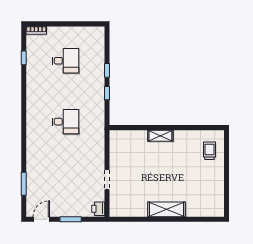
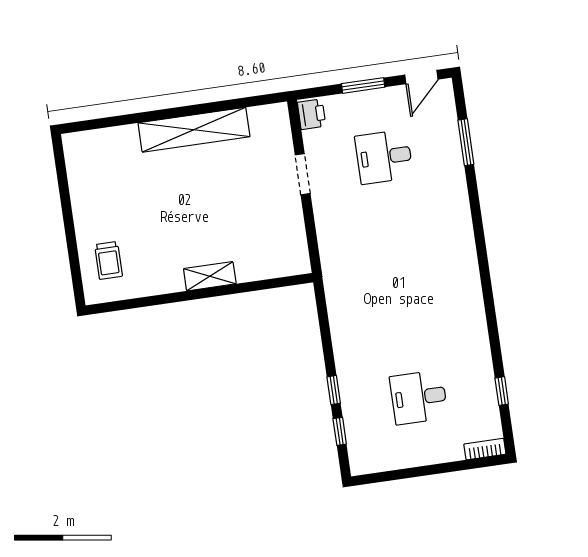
window: (107, 93) -> (340, 431), moved
desk: (65, 122) -> (384, 157), moved
shelving: (166, 209) -> (194, 130), width x1.47

